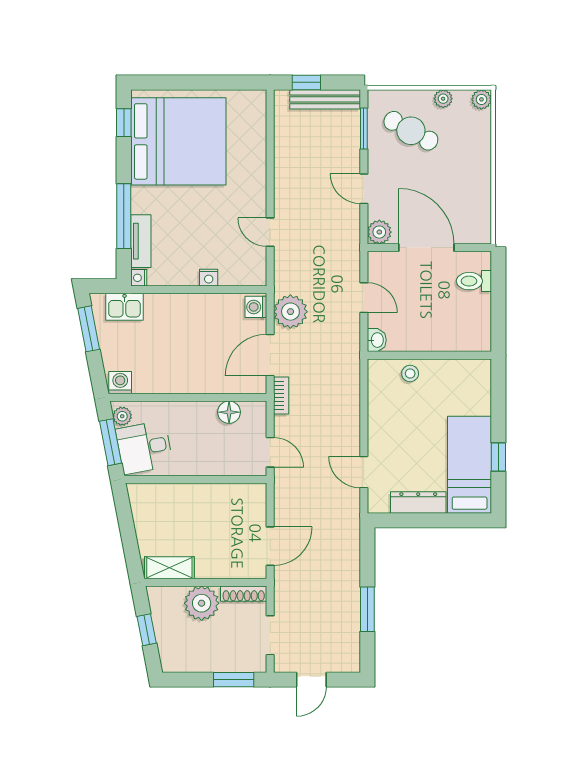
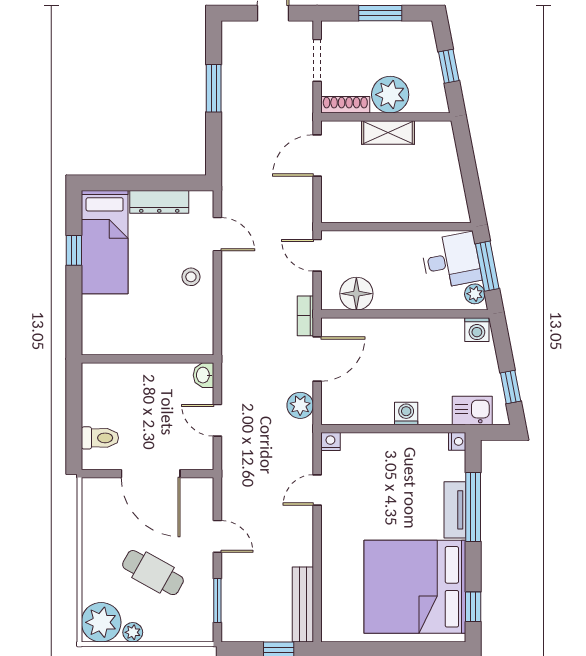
bench: (325, 99) -> (303, 605), moved, turned 90
plant: (481, 99) -> (101, 622), width x1.88, depth x1.88
cafe table: (411, 131) -> (153, 573), moved
door: (270, 232) -> (317, 490), swing flipped
plant: (379, 232) -> (201, 490), removed
tv unit: (141, 241) -> (455, 510), moved
nightstand: (209, 278) -> (330, 442), moved
washing machine: (256, 307) -> (406, 414), moved, turned -90
plant: (290, 312) -> (300, 405), width x0.73, depth x0.73
window: (89, 329) -> (511, 387), width x0.67
stool: (410, 373) -> (191, 277), moved
floor lamp: (229, 412) -> (356, 294), width x1.38, depth x1.38
shelving: (169, 568) -> (388, 132), moved
window: (234, 680) -> (380, 13), moved

